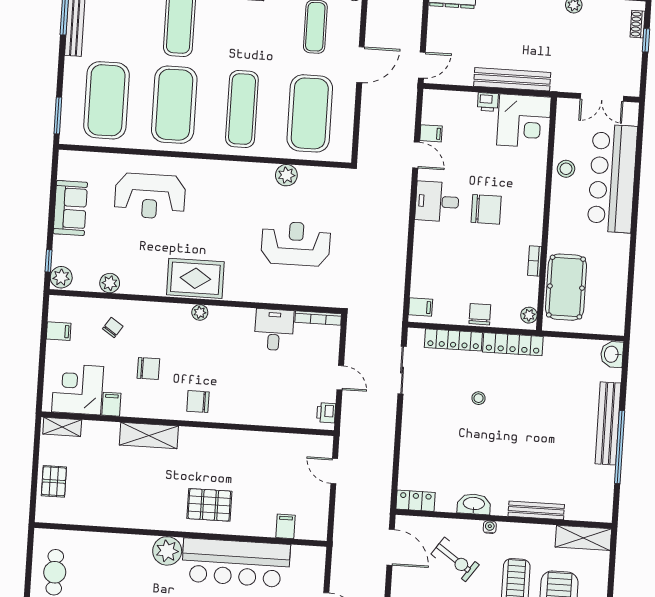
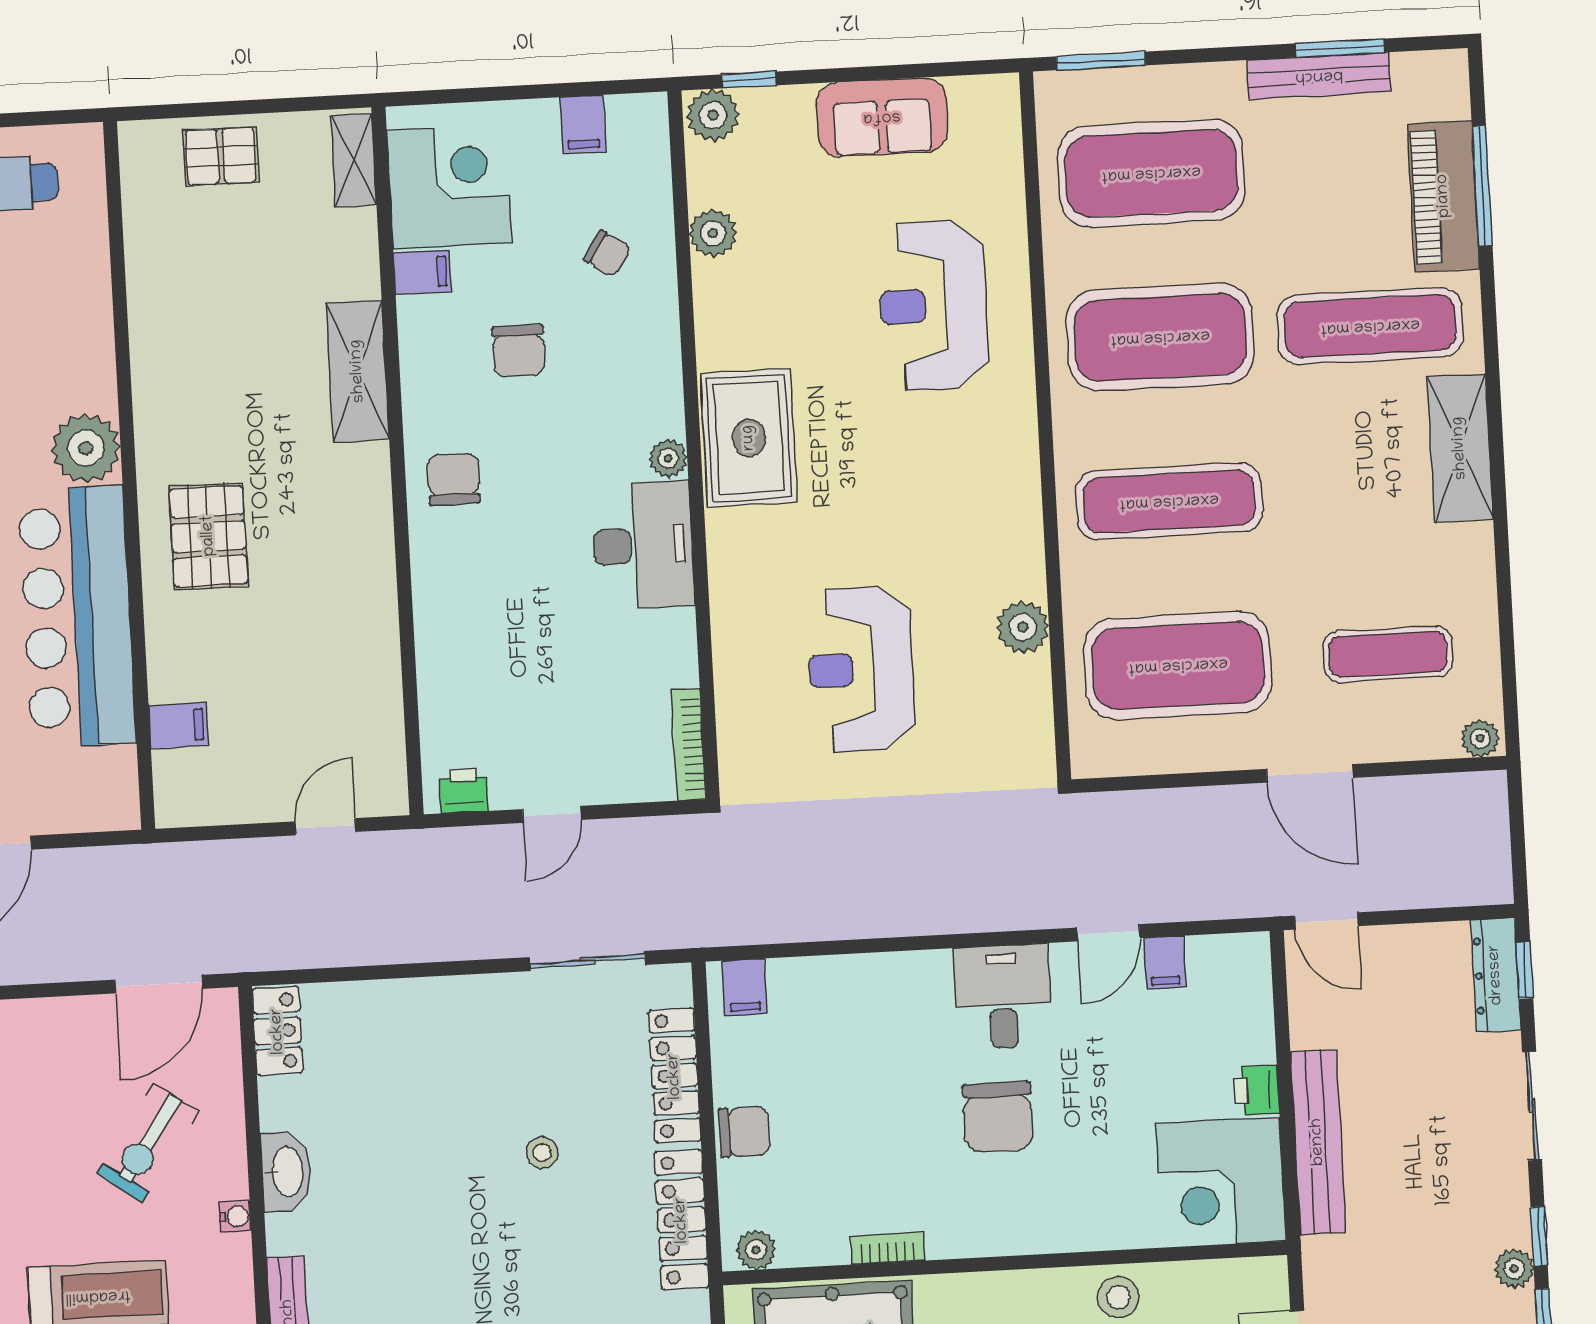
reception desk: (296, 244) -> (861, 669), turned 180
desk: (274, 330) -> (643, 545), moved, width x1.37

